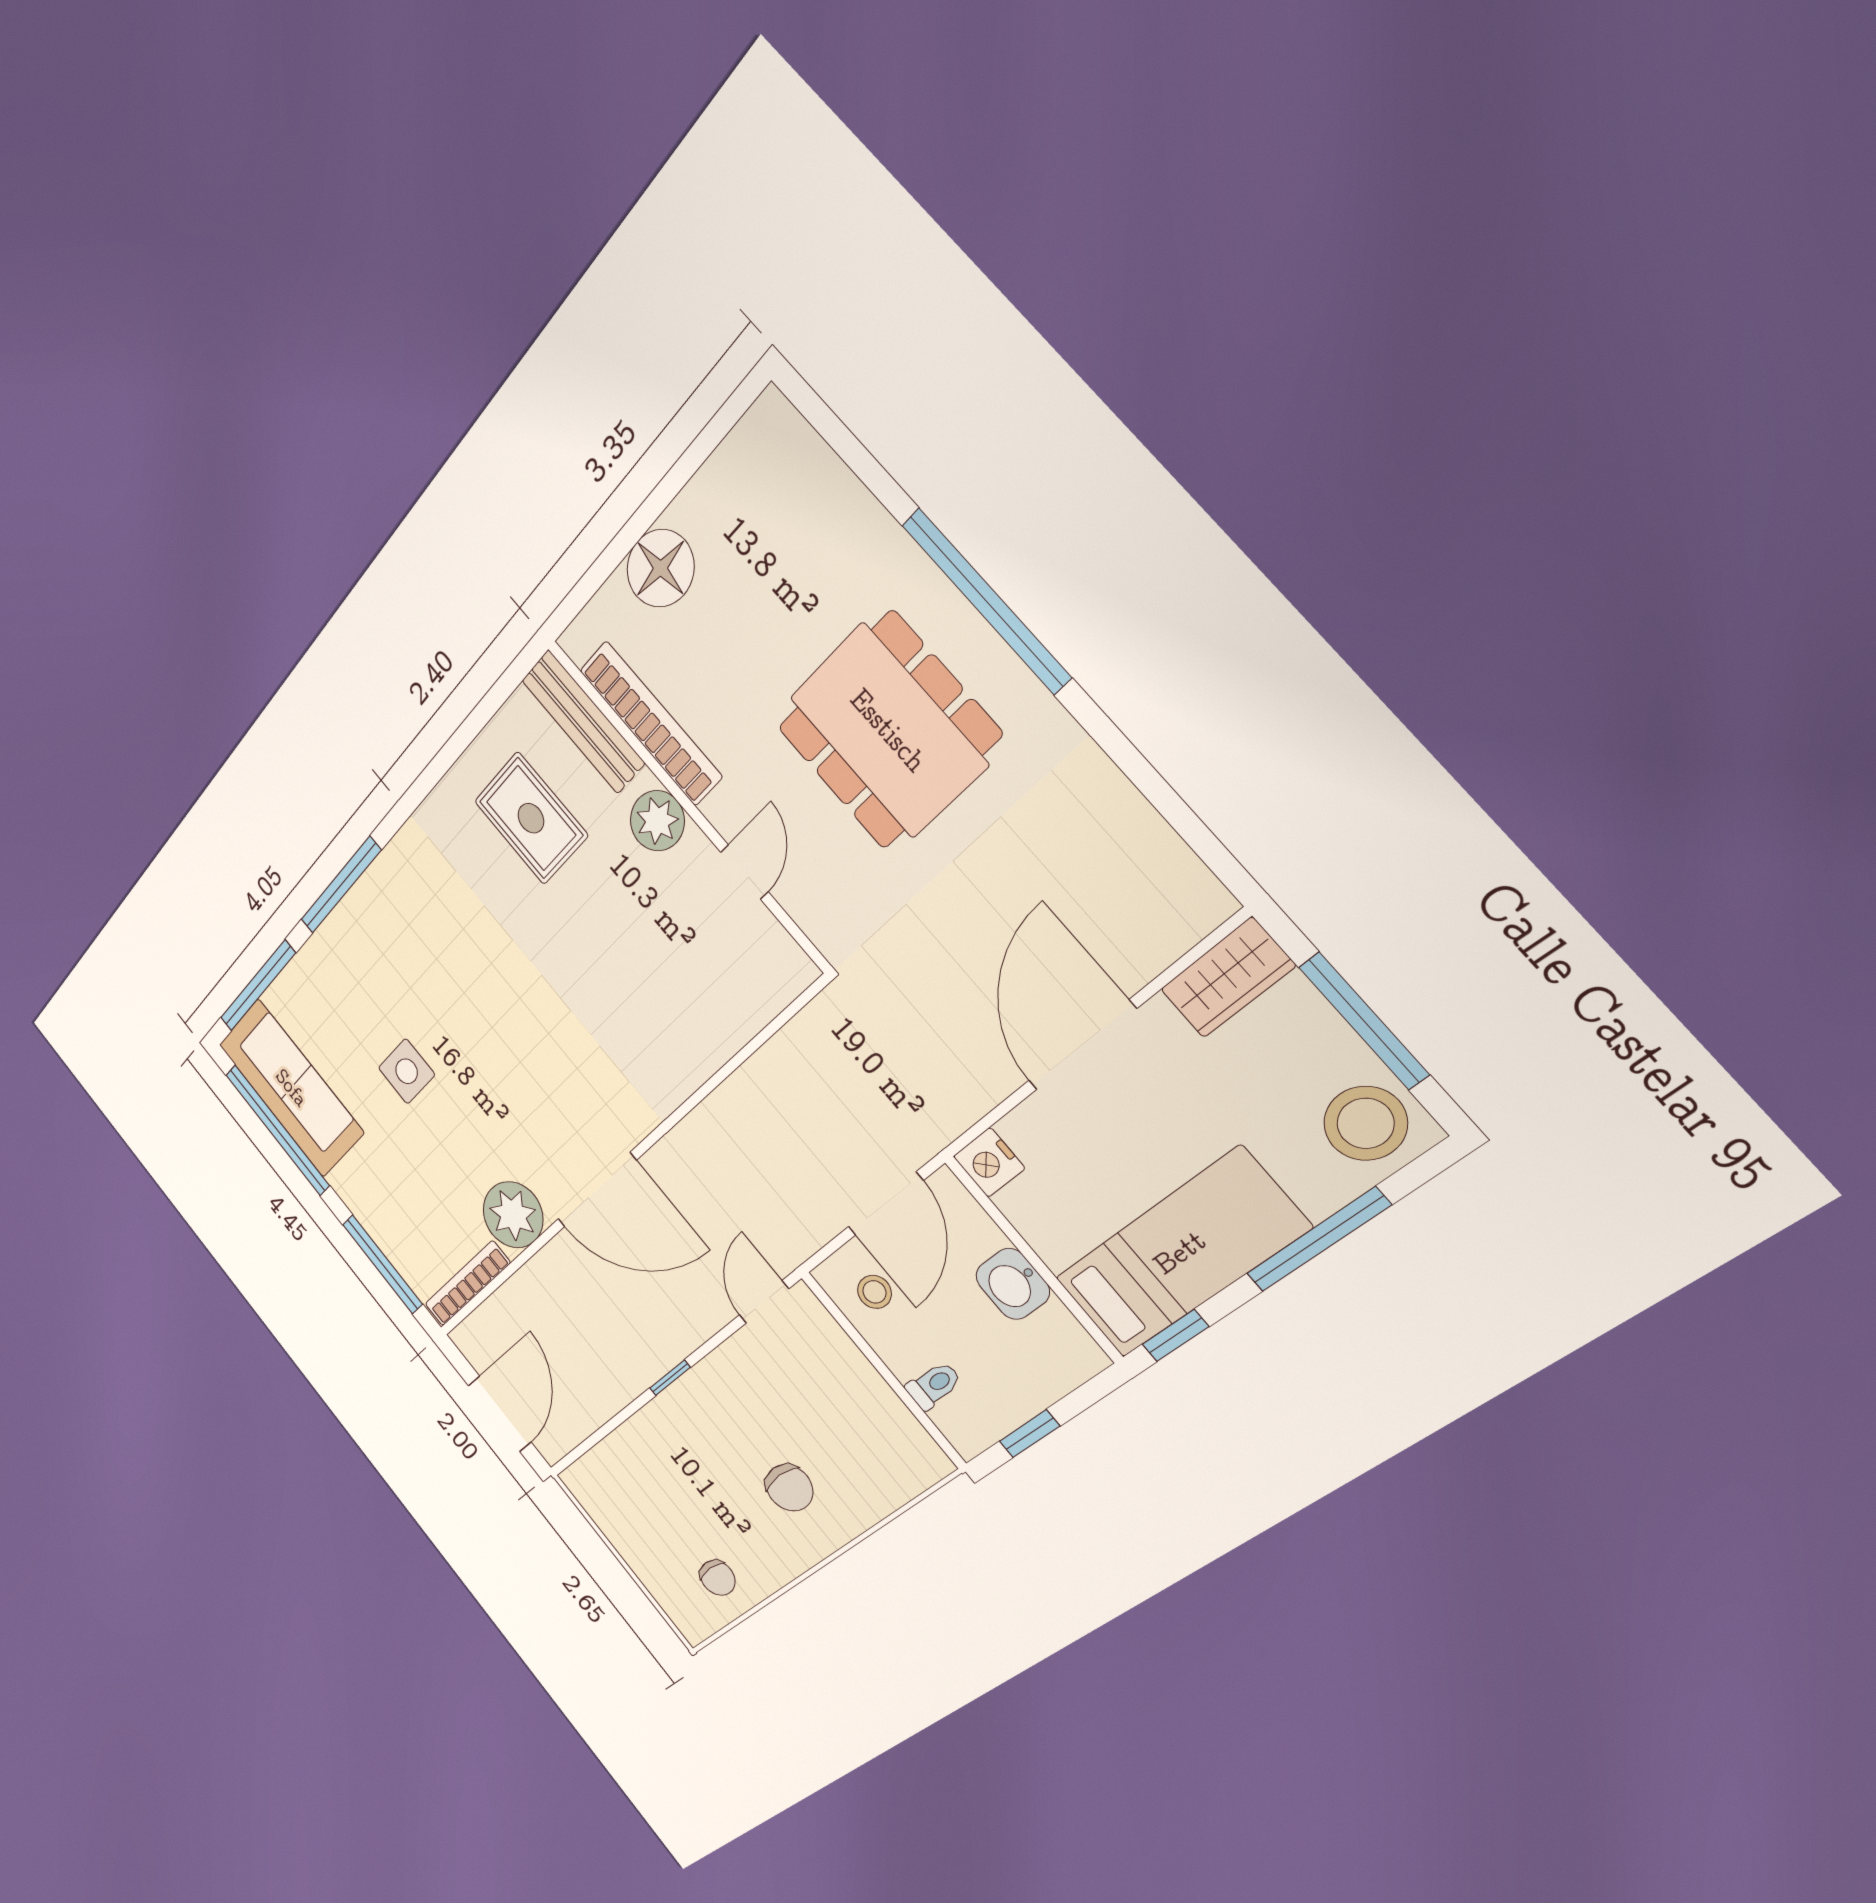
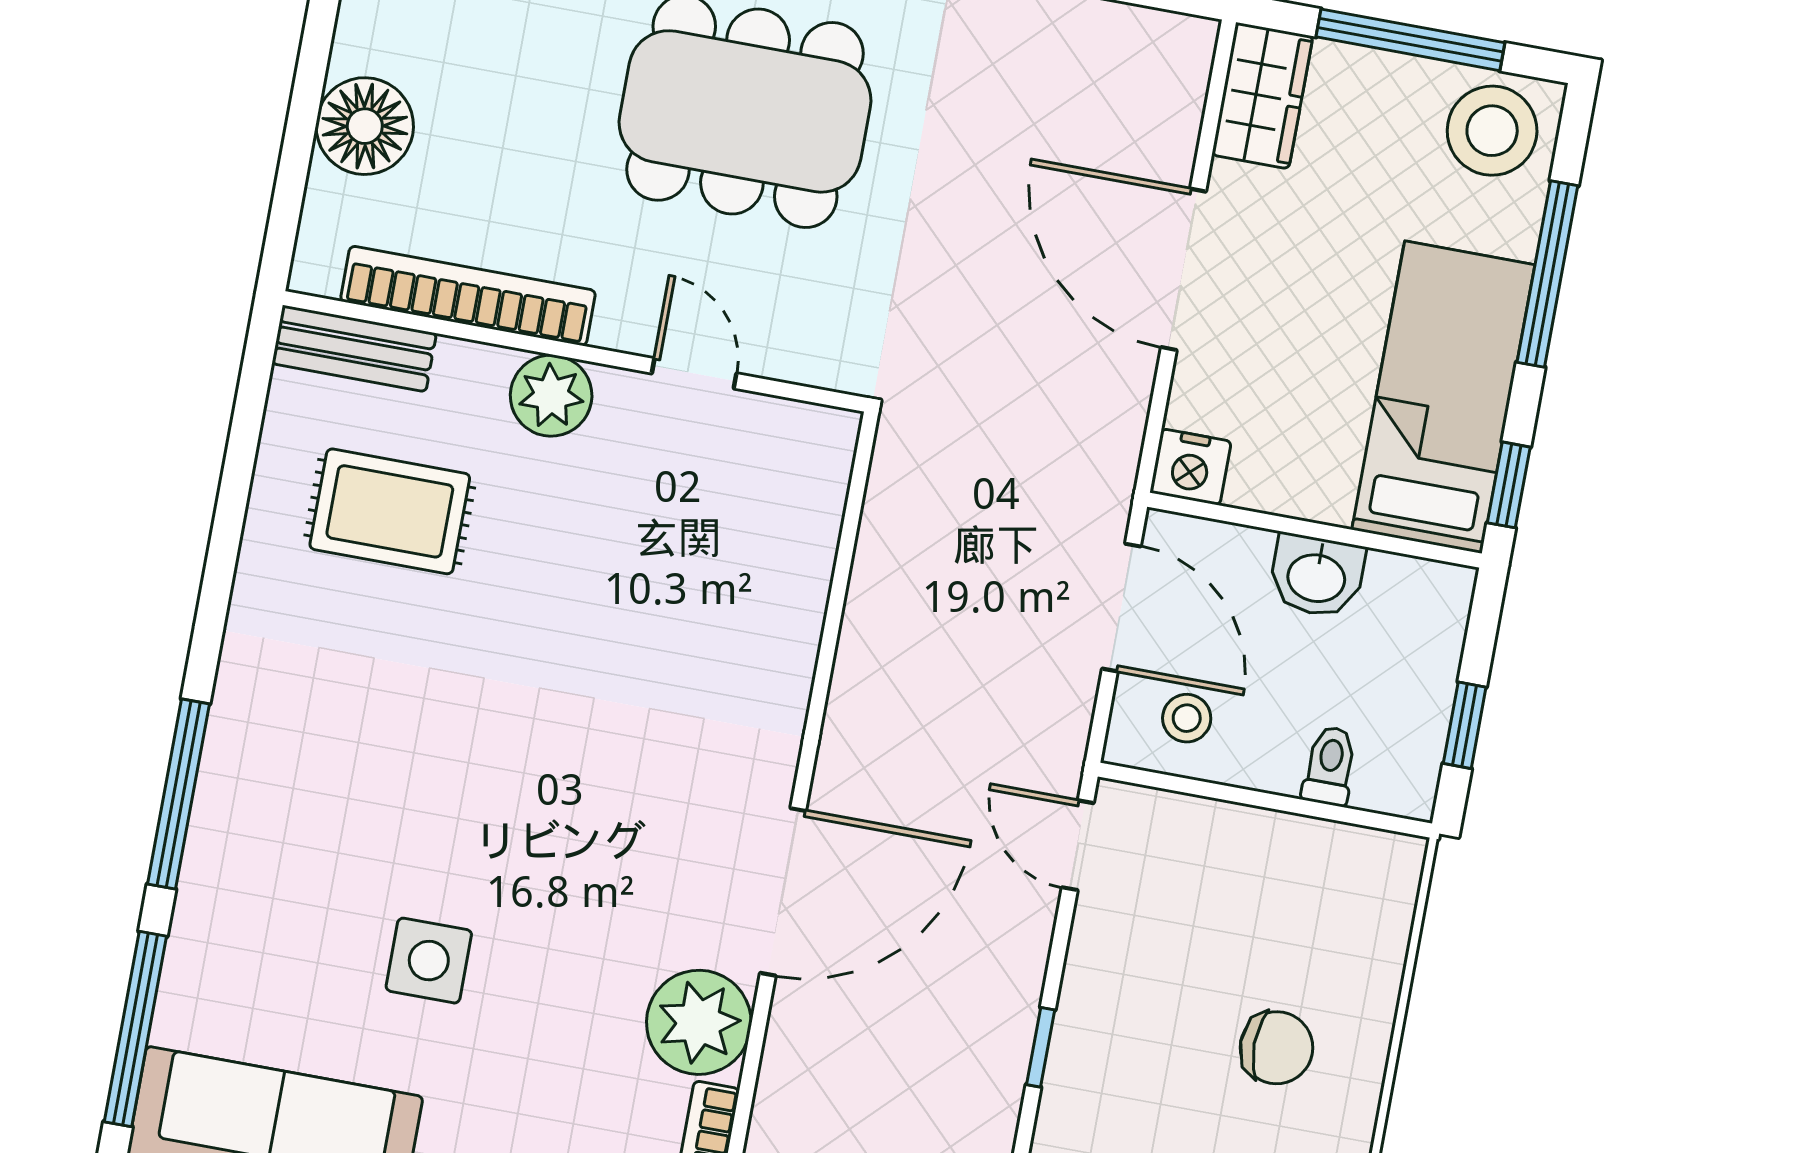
bench: (583, 722) -> (354, 348), width x0.73

